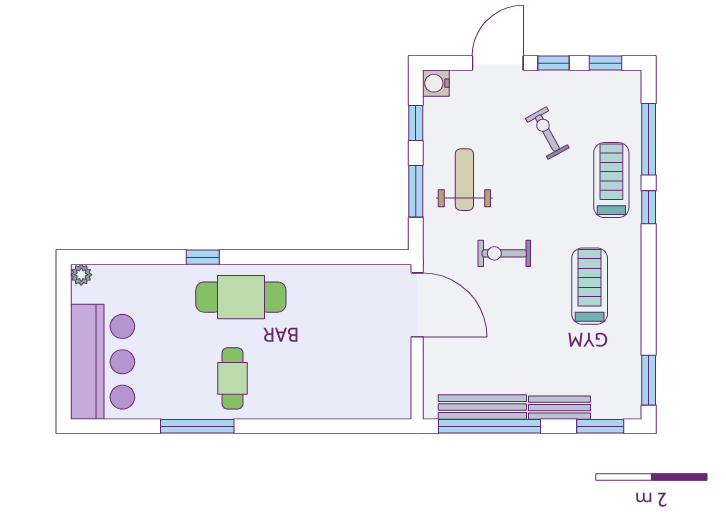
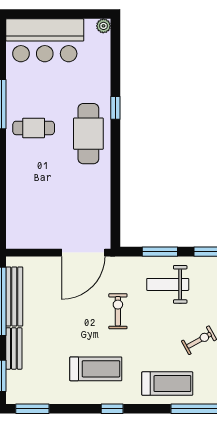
weight bench: (464, 180) -> (168, 284), turned 180
window: (649, 207) -> (112, 409), moved

